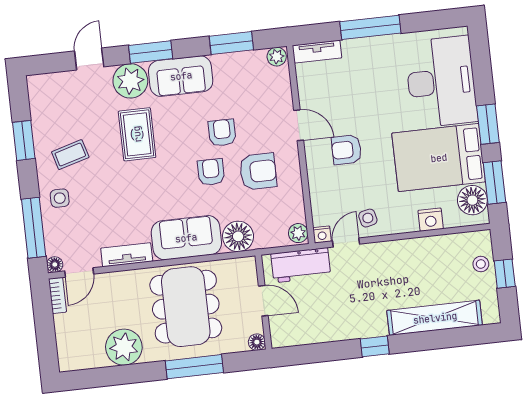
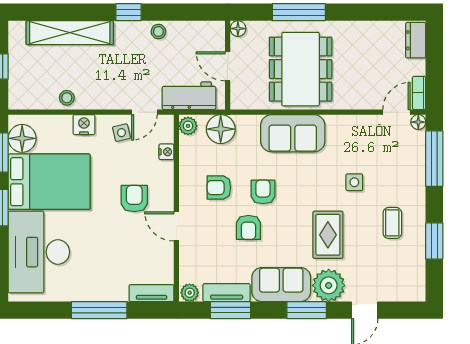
armchair: (346, 150) -> (134, 199), turned -90
coffee table: (70, 155) -> (392, 223), turned -74
armchair: (258, 171) -> (219, 188), width x0.72, depth x0.72
armchair: (211, 172) -> (263, 192), turned 180
side table: (60, 198) -> (354, 182), moved
nightstand: (431, 220) -> (84, 125), moved
nightstand: (322, 234) -> (166, 152), moved, turned 90
floor lamp: (238, 236) -> (221, 129), moved
tv unit: (127, 255) -> (227, 293), moved, turned 180
stool: (481, 264) -> (67, 98), moved
stool: (341, 329) -> (158, 32), added
plant: (124, 347) -> (362, 38), removed
dresser: (67, 351) -> (416, 40), added

